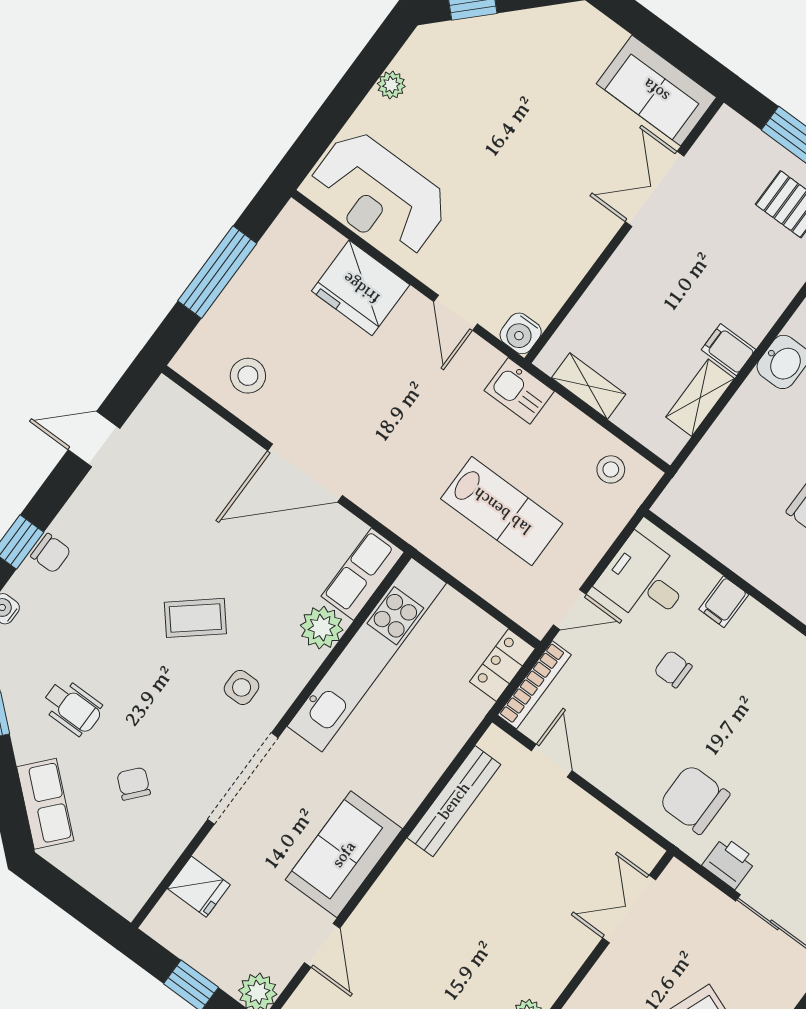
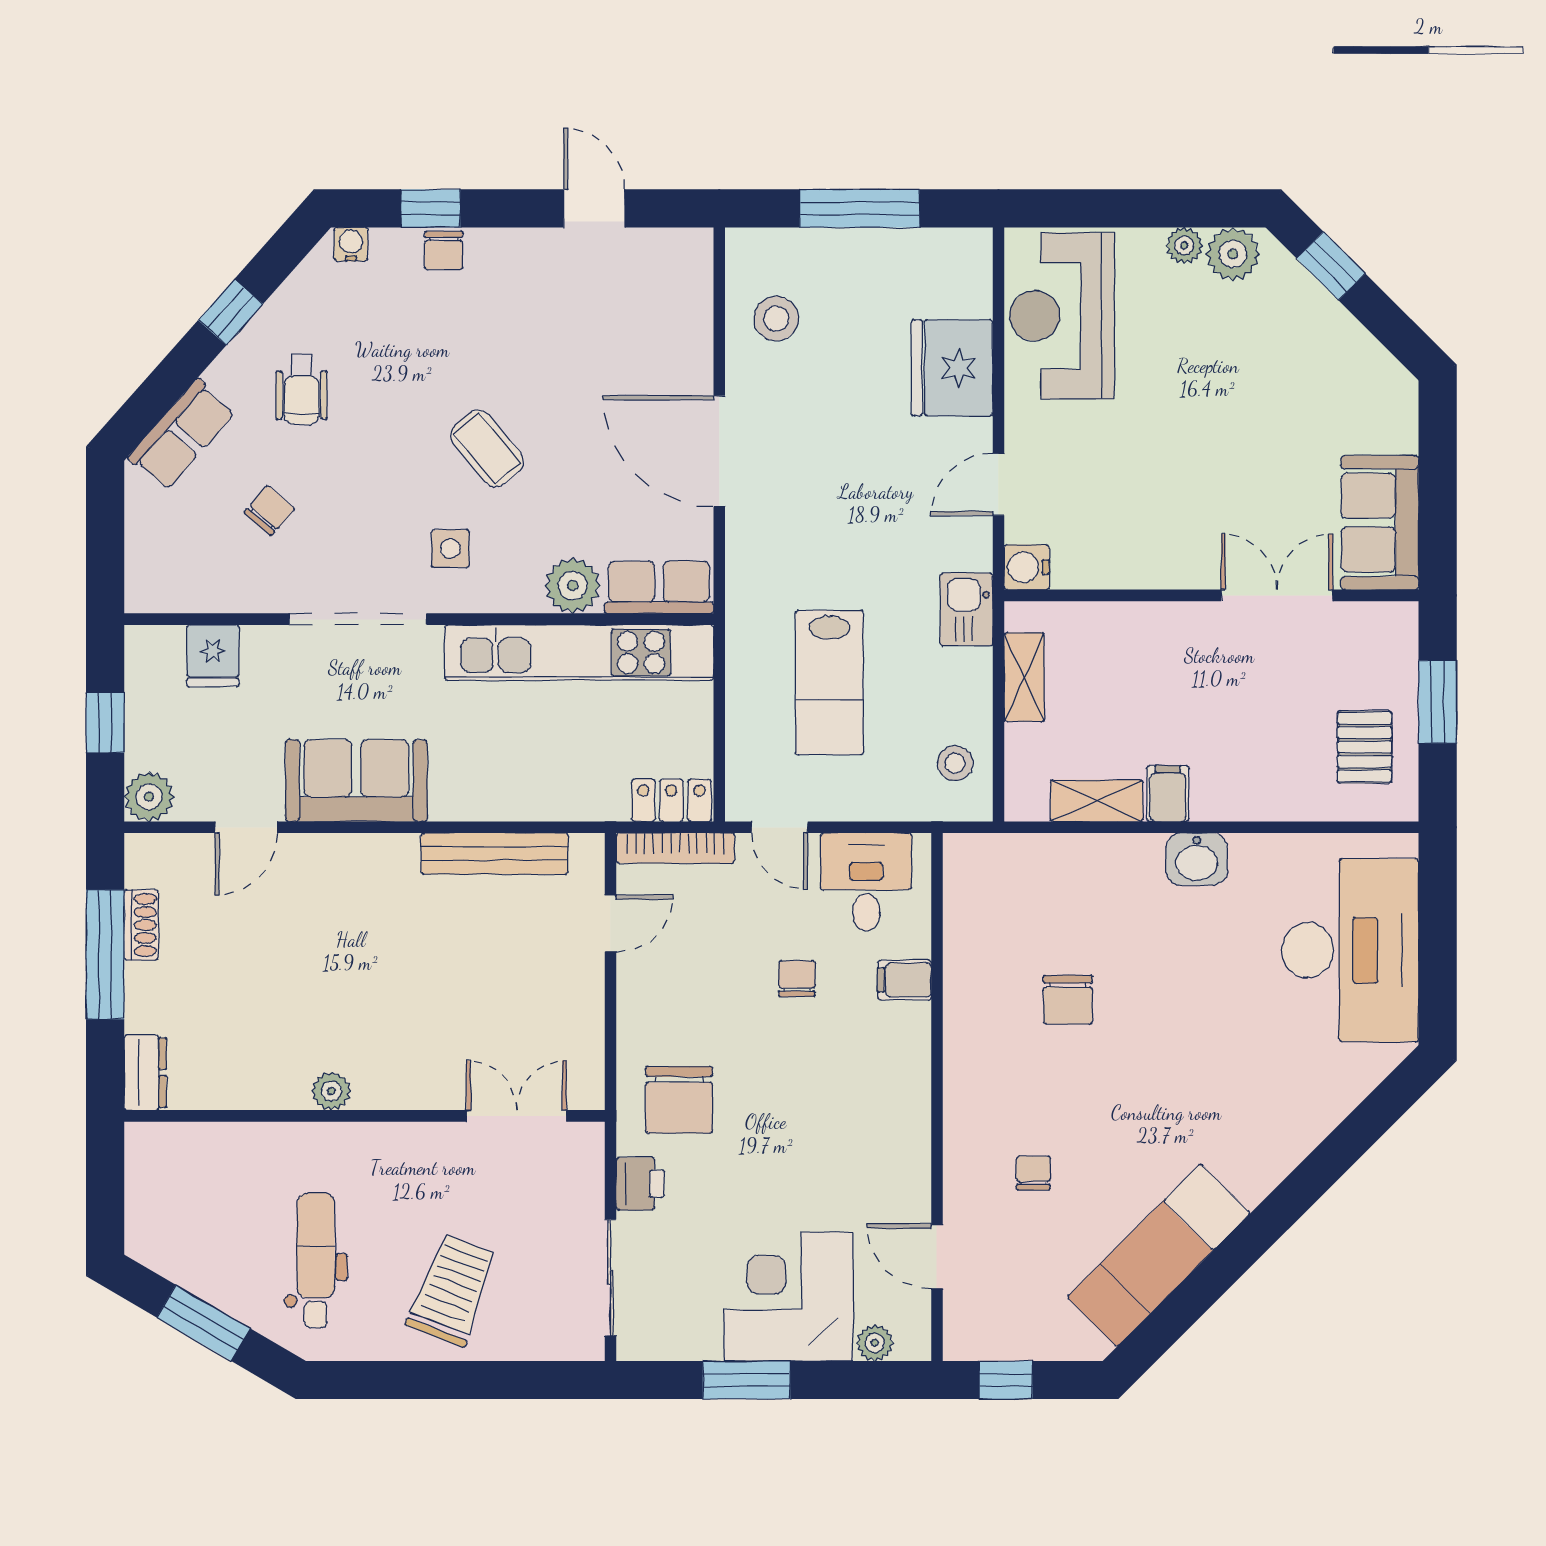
plant: (419, 58) -> (1233, 254), added
chair: (694, 799) -> (679, 1100), turned 180

